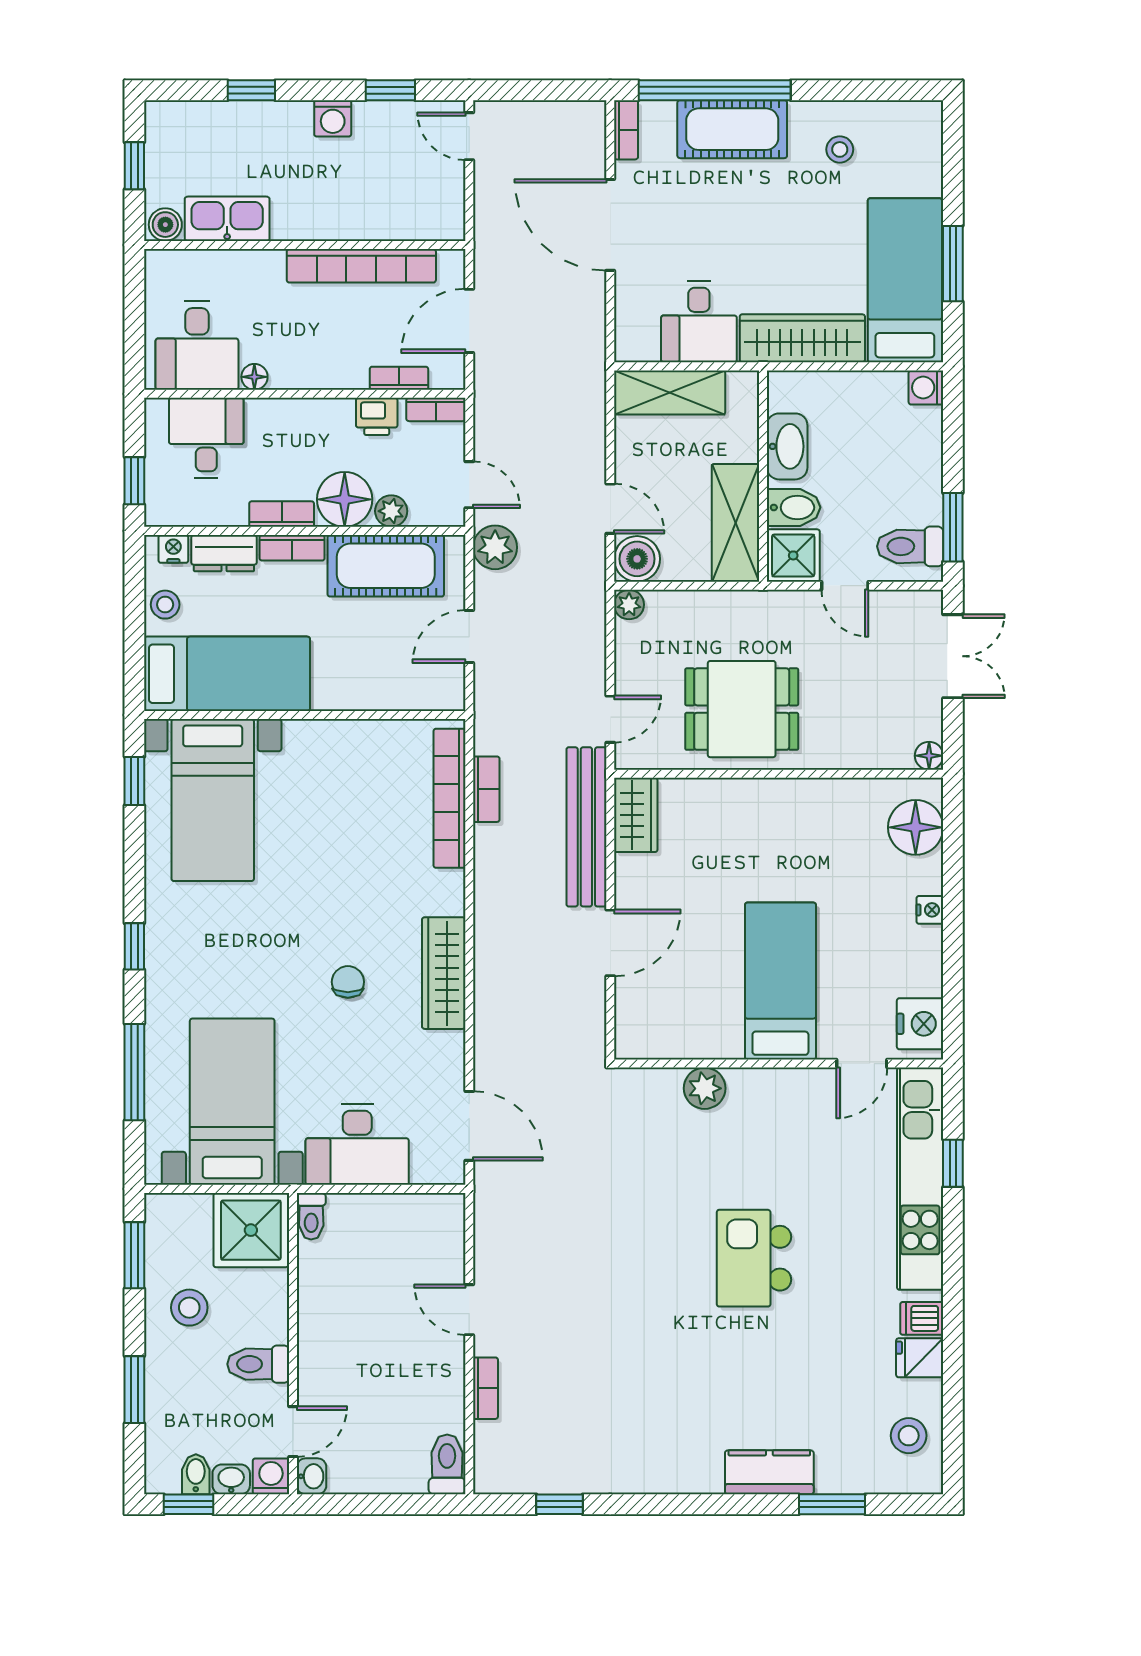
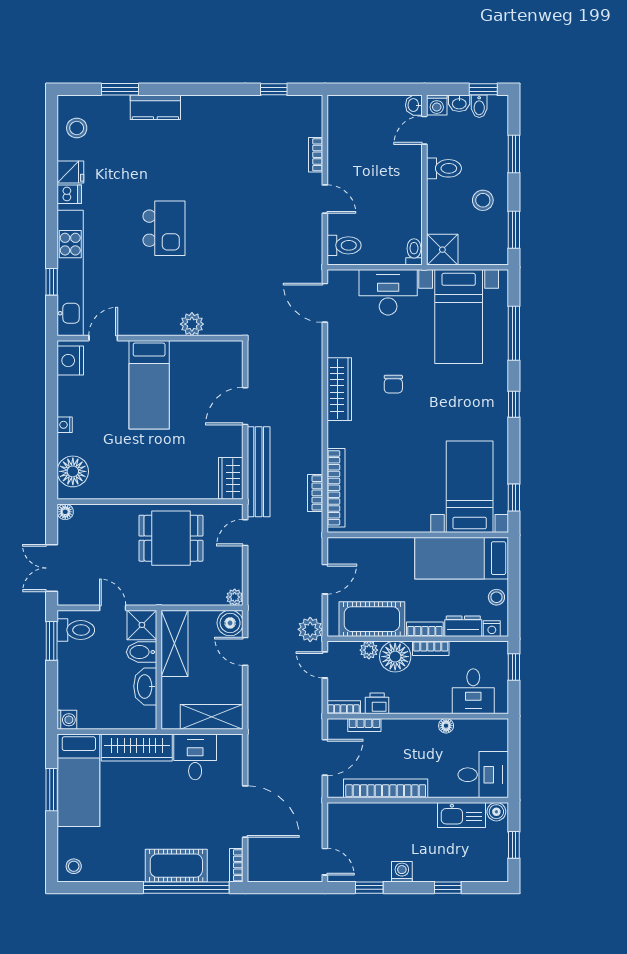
stool: (840, 149) -> (74, 866), moved
desk: (197, 345) -> (483, 775), moved, turned 90
shower: (251, 1230) -> (442, 250), width x0.73, depth x0.73
toilet: (447, 1464) -> (344, 245), moved, turned -90

